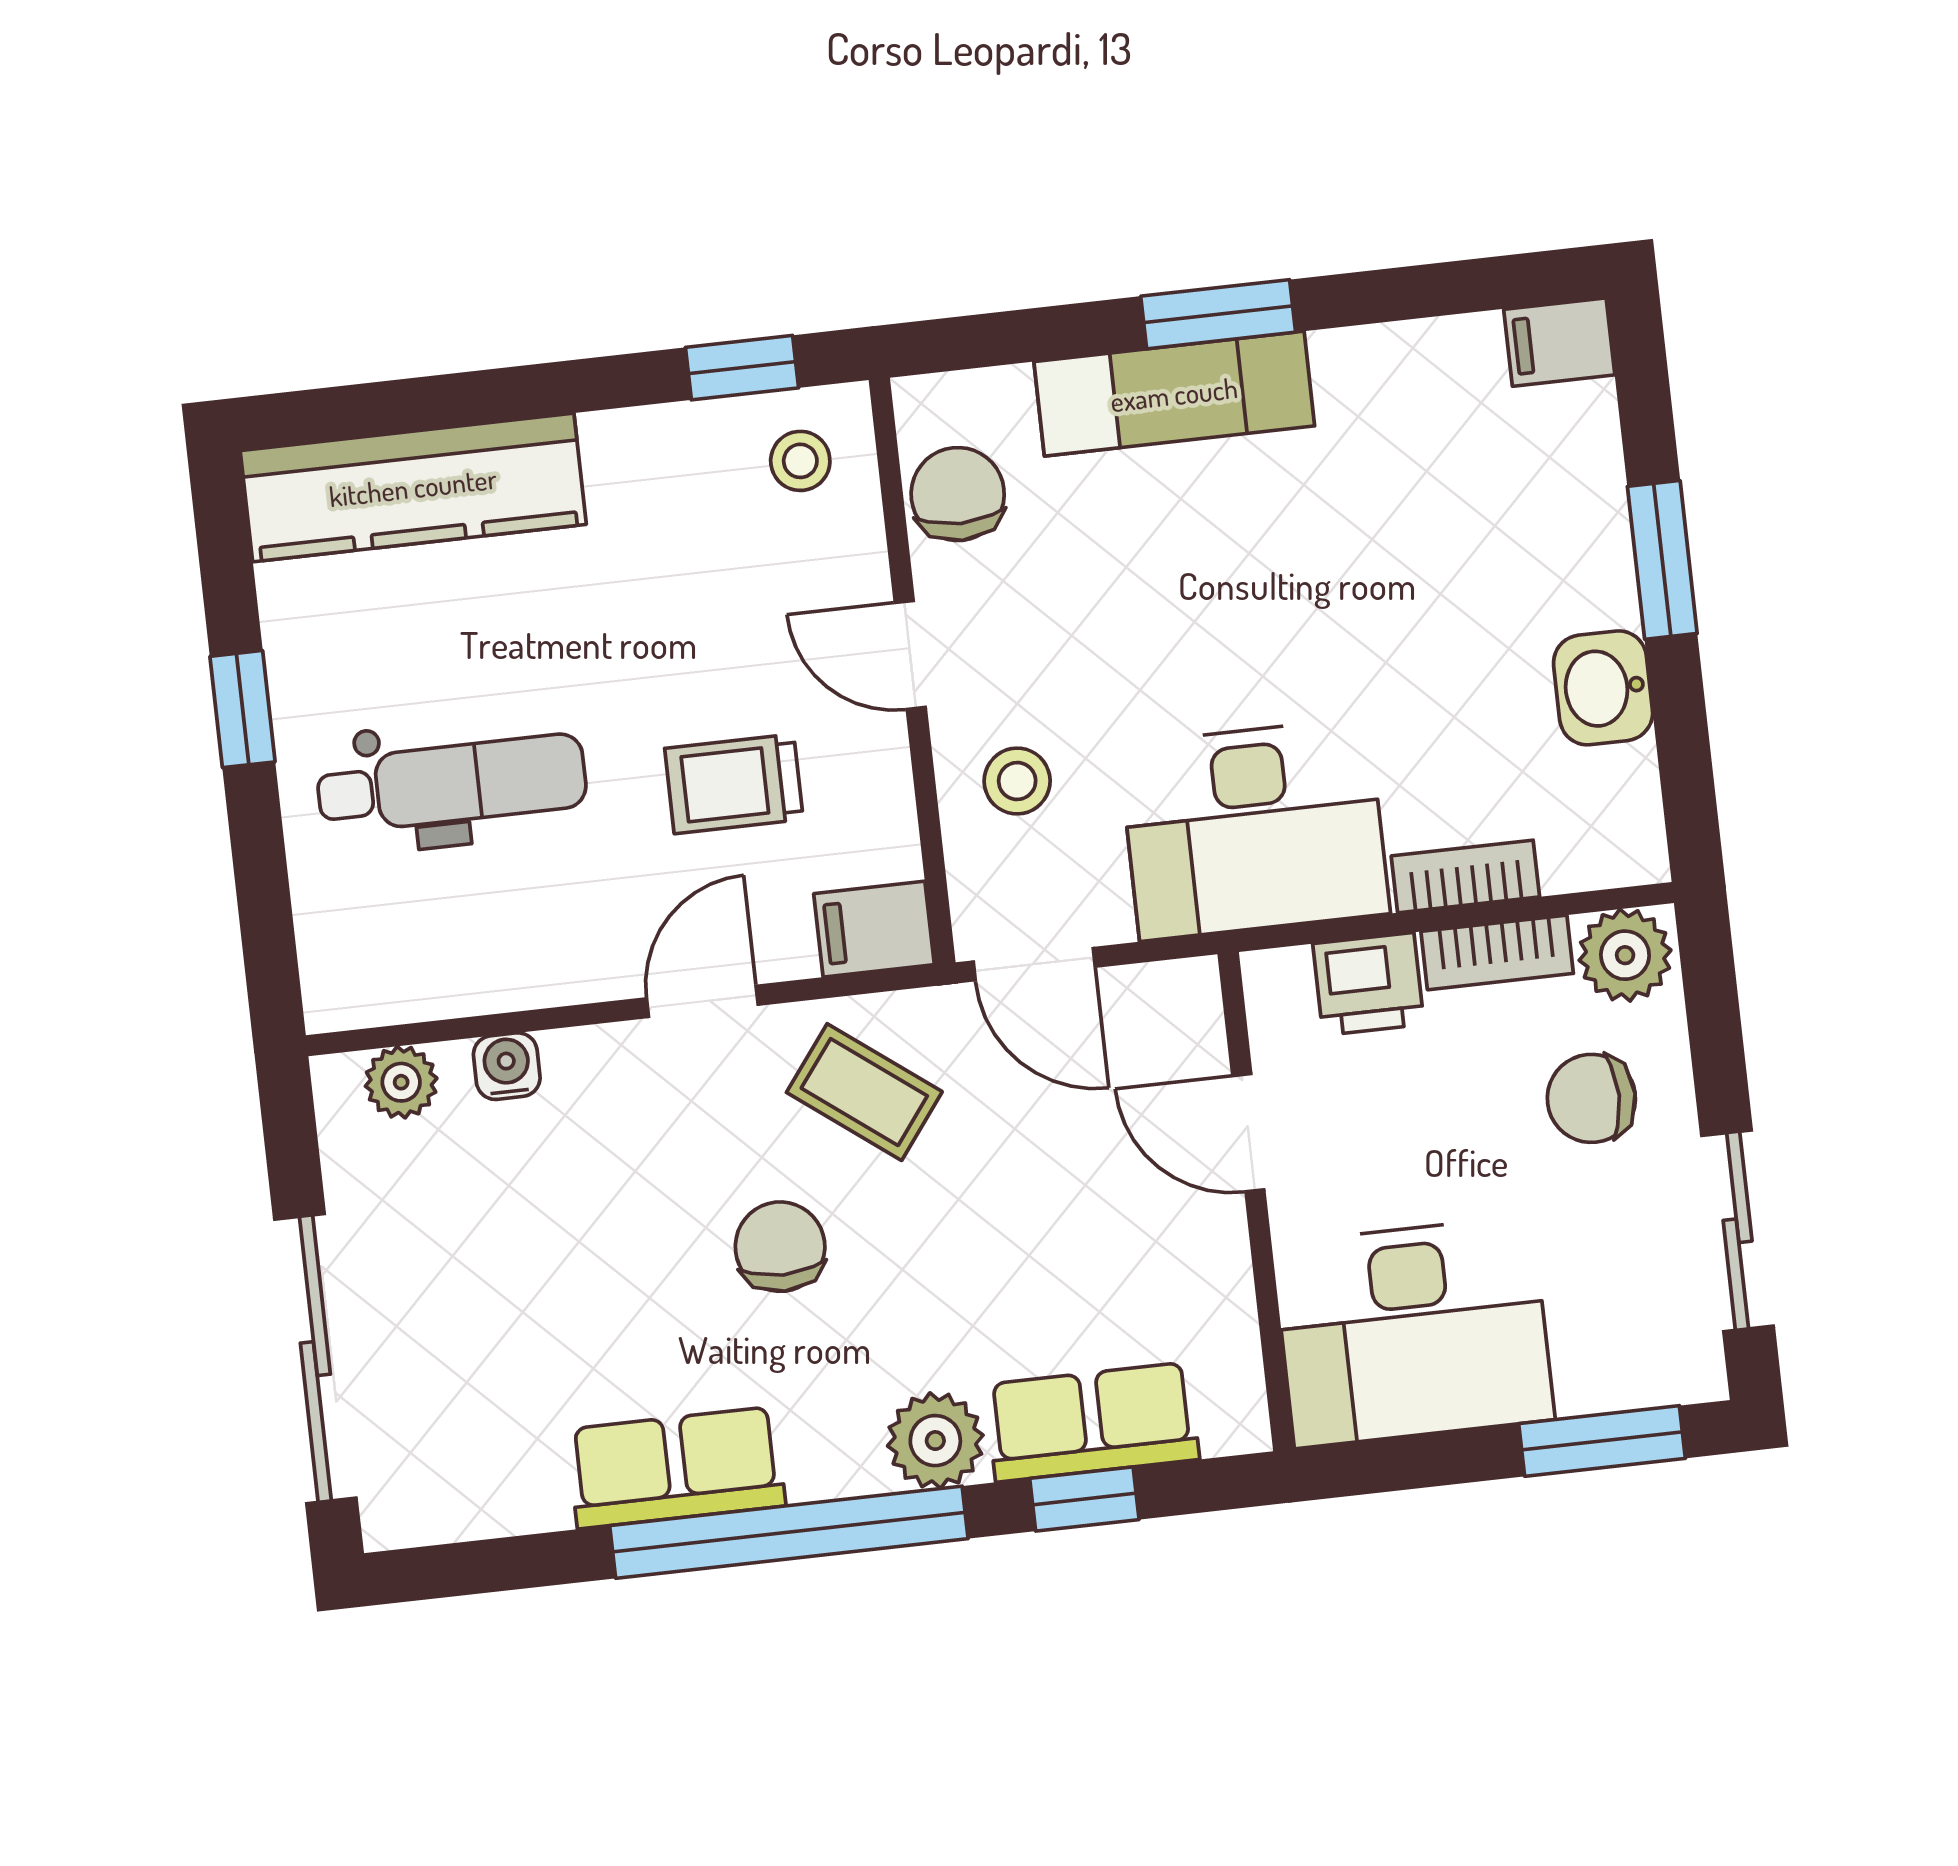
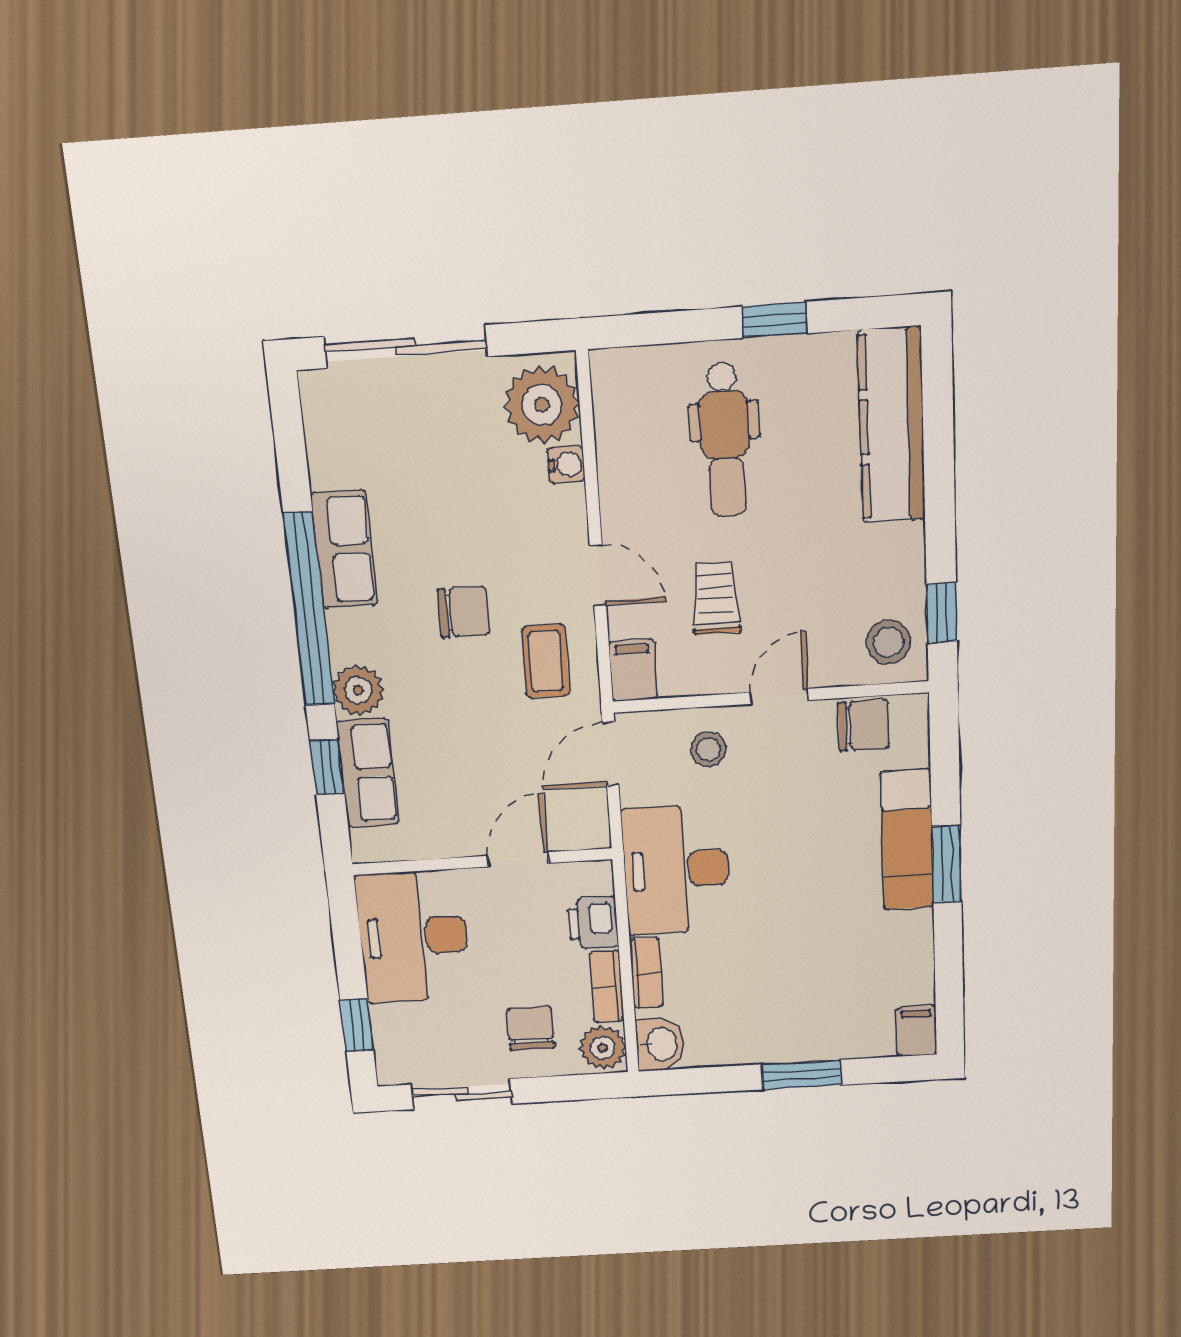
stool: (800, 461) -> (888, 642), width x1.37, depth x1.37
washbasin: (1603, 688) -> (660, 1044), moved, turned 90
plant: (401, 1082) -> (542, 405), width x1.87, depth x1.87
coffee table: (864, 1092) -> (546, 661), turned -37
window: (1602, 1441) -> (357, 1025), width x0.67

